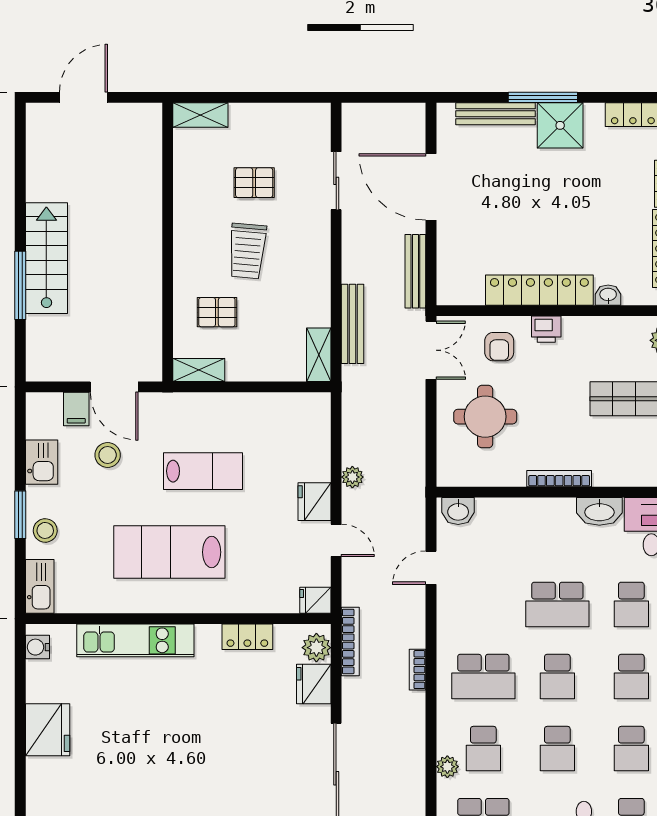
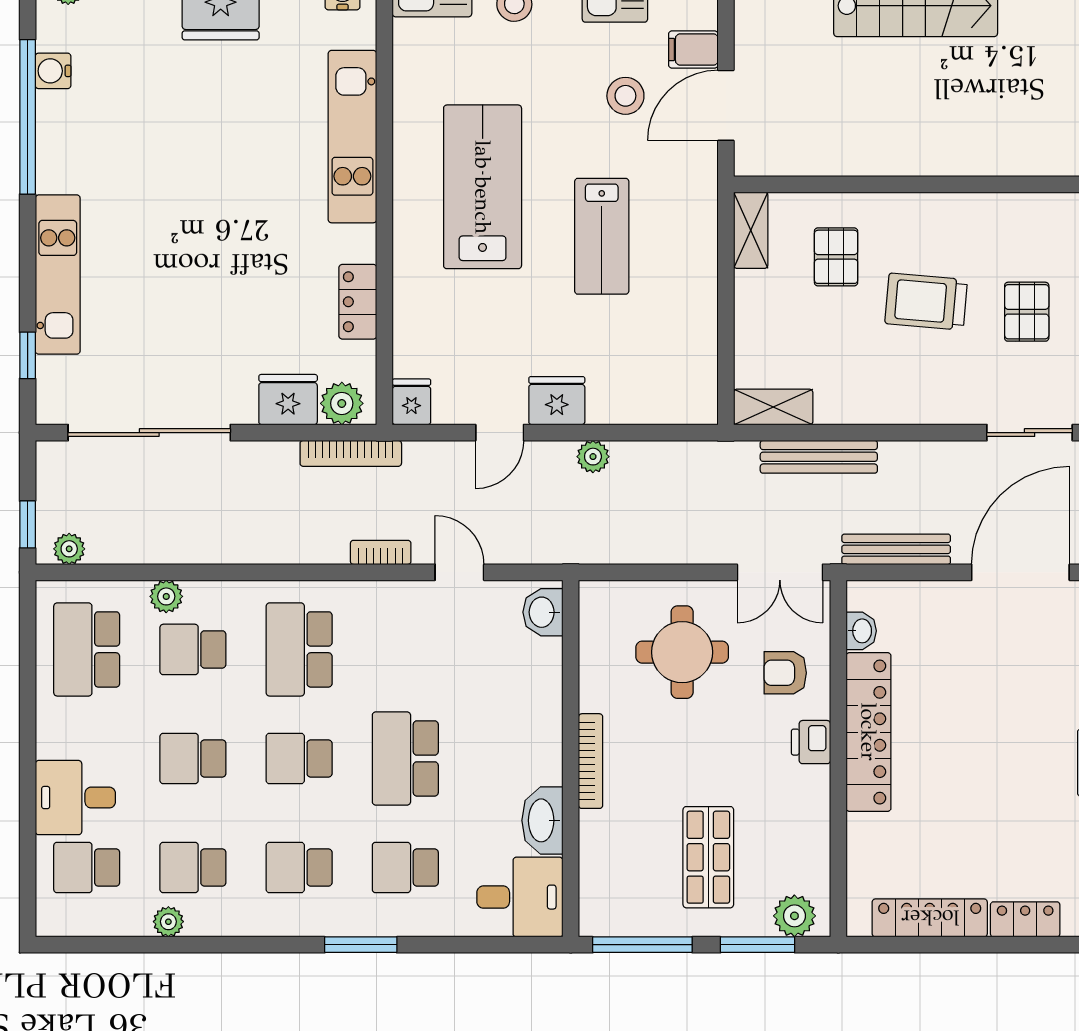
washbasin: (608, 295) -> (861, 631), moved
bookcase: (417, 670) -> (381, 552), moved

